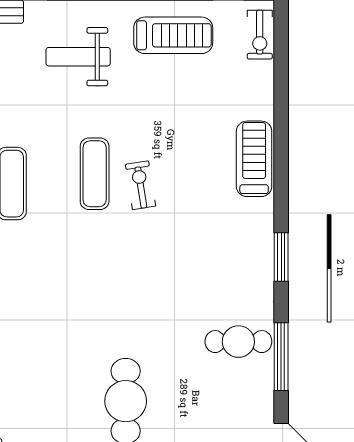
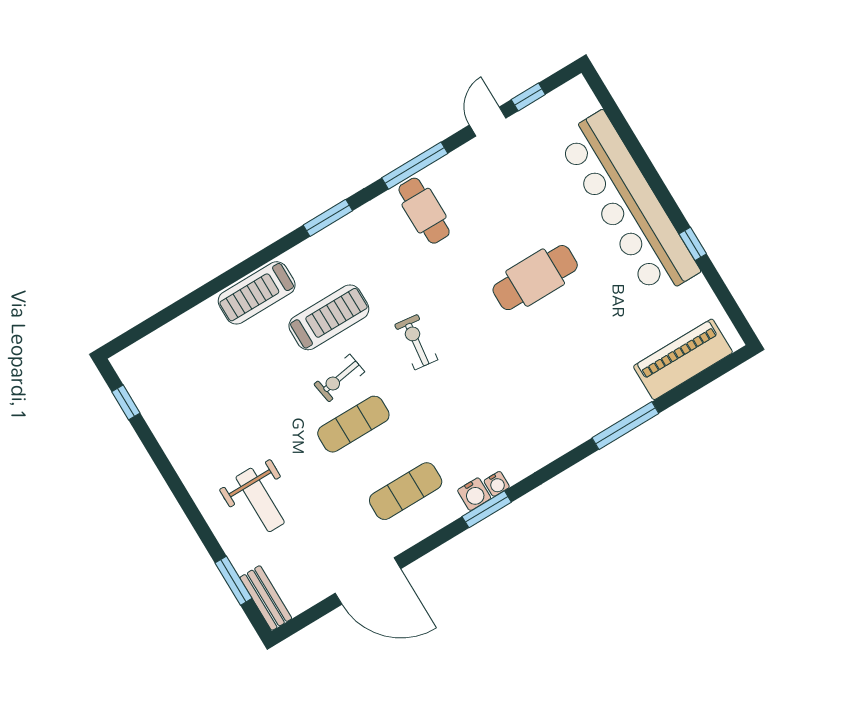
treadmill: (173, 35) -> (329, 317), moved, turned 90
exercise bike: (260, 35) -> (416, 342), moved, turned -83

